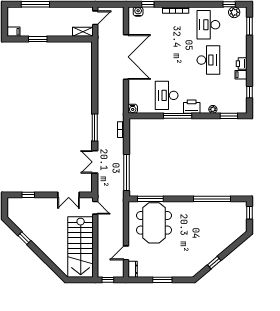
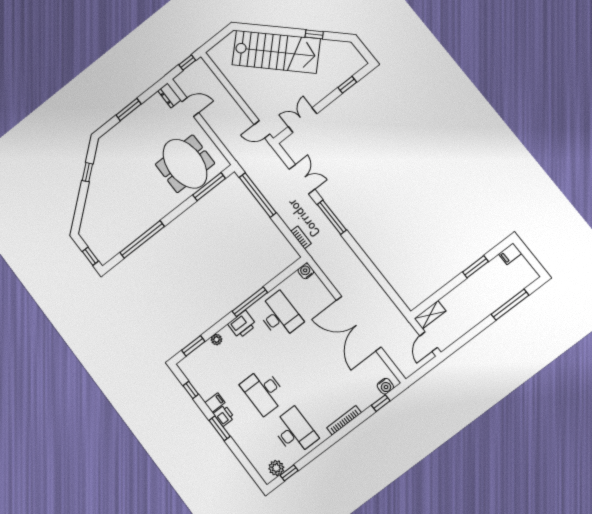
window: (250, 26) -> (220, 428), moved
stairs: (81, 247) -> (276, 52), moved, turned 135
door: (126, 253) -> (190, 107), hinge flipped

